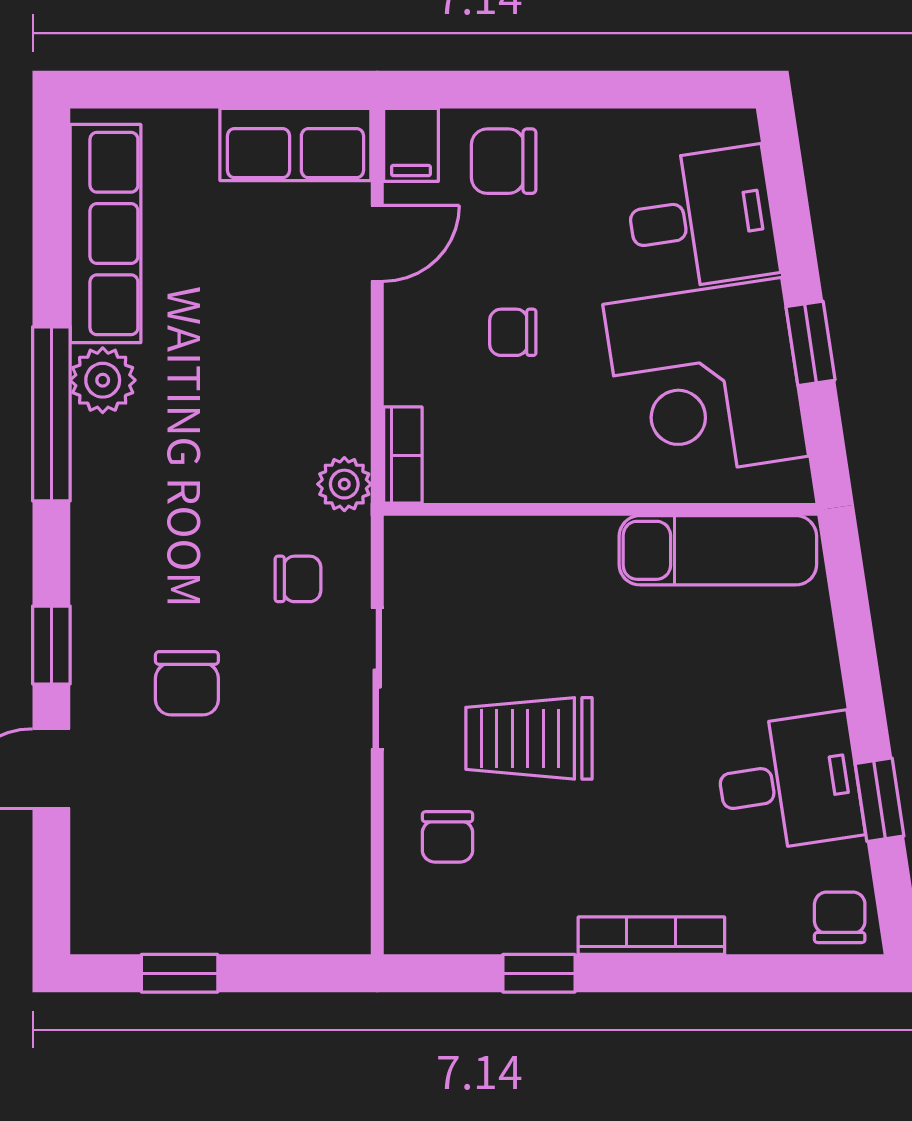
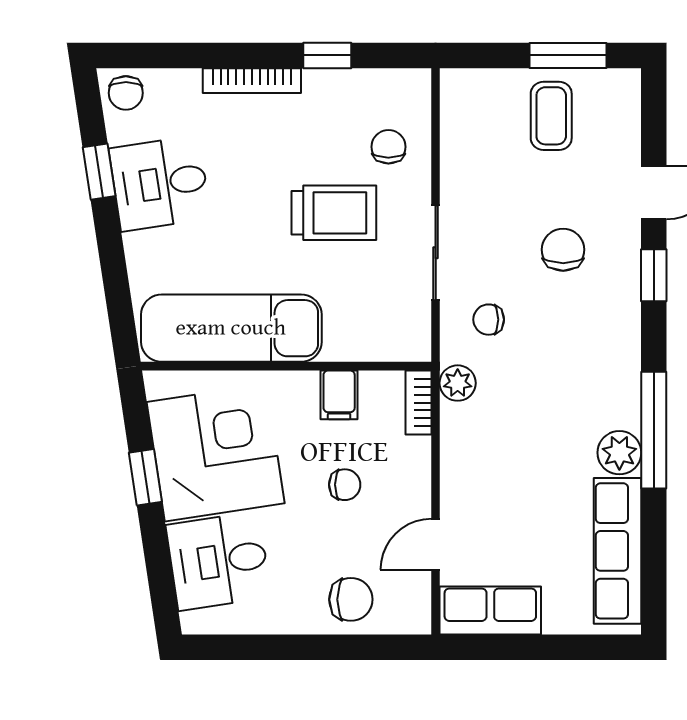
filing cabinet: (411, 145) -> (339, 395), moved, turned 180
exam couch: (718, 550) -> (231, 328), width x1.36, depth x1.45
coffee table: (205, 883) -> (551, 116), added
window: (180, 973) -> (568, 55), width x1.50

